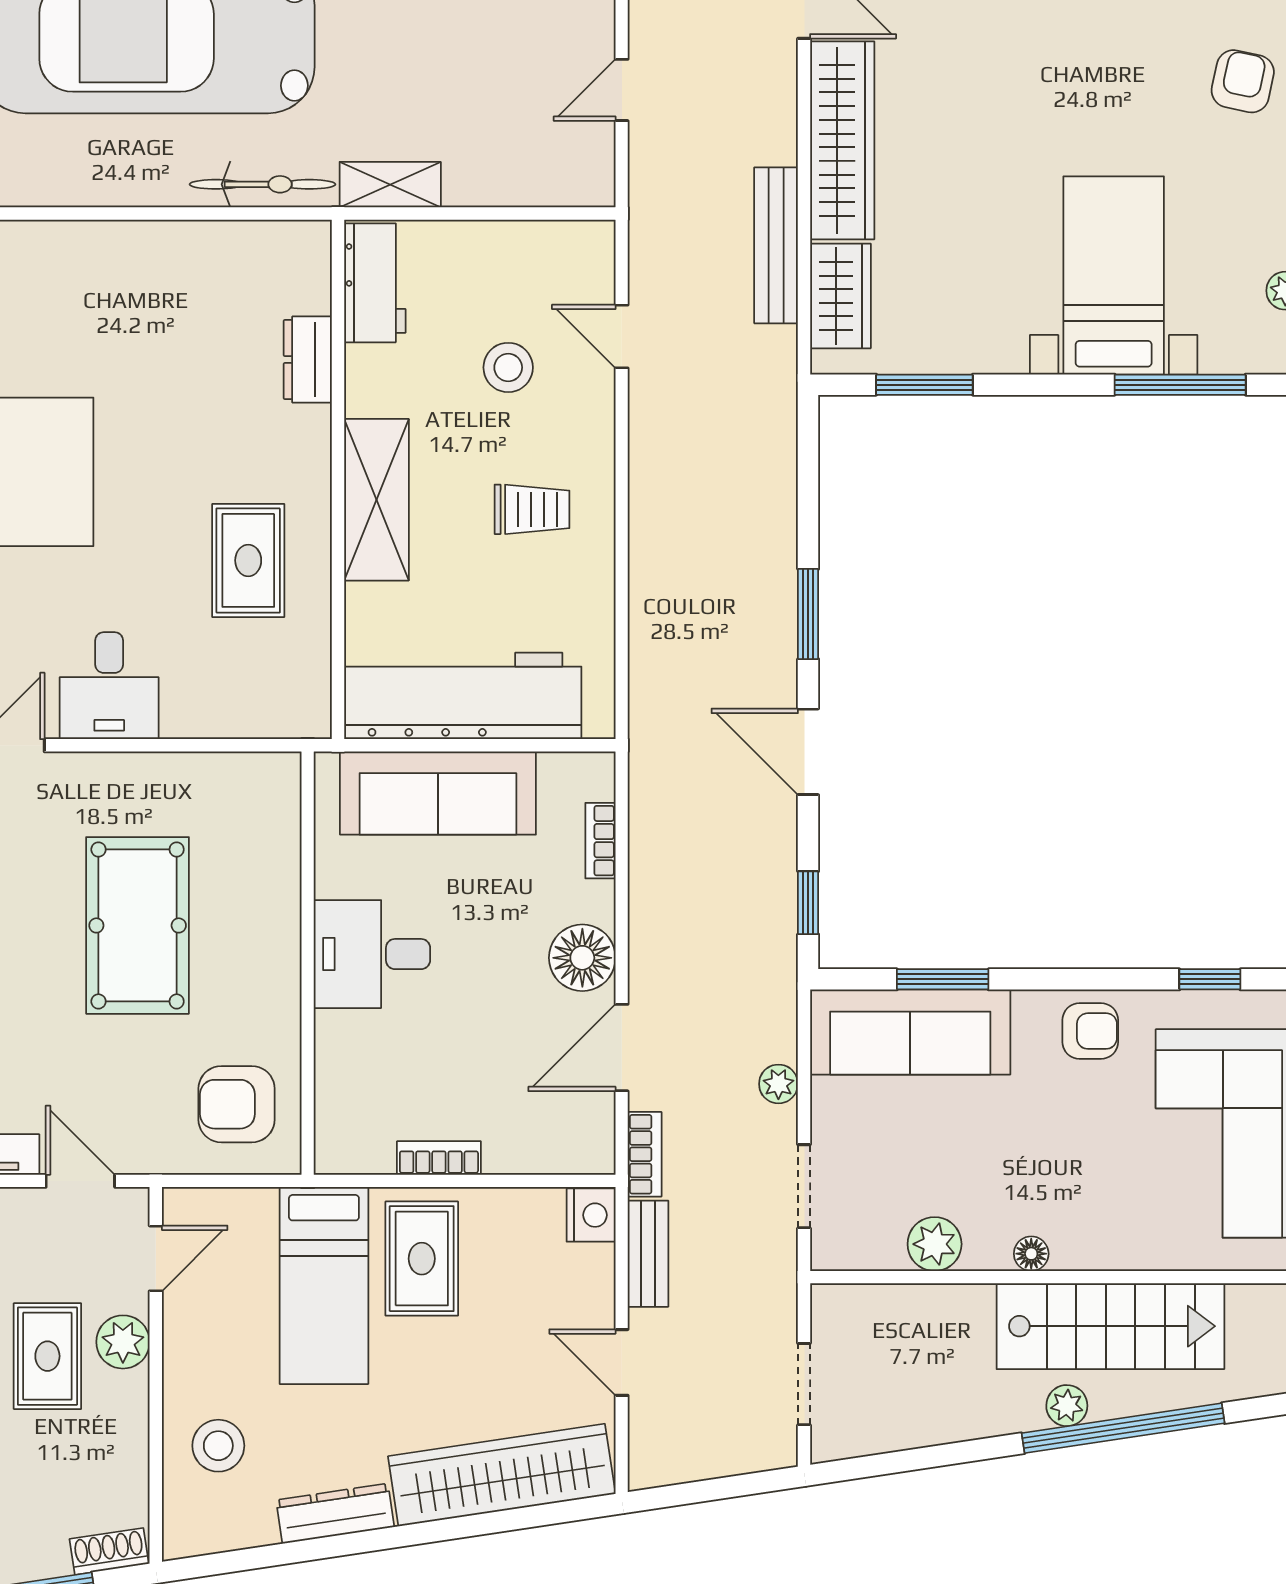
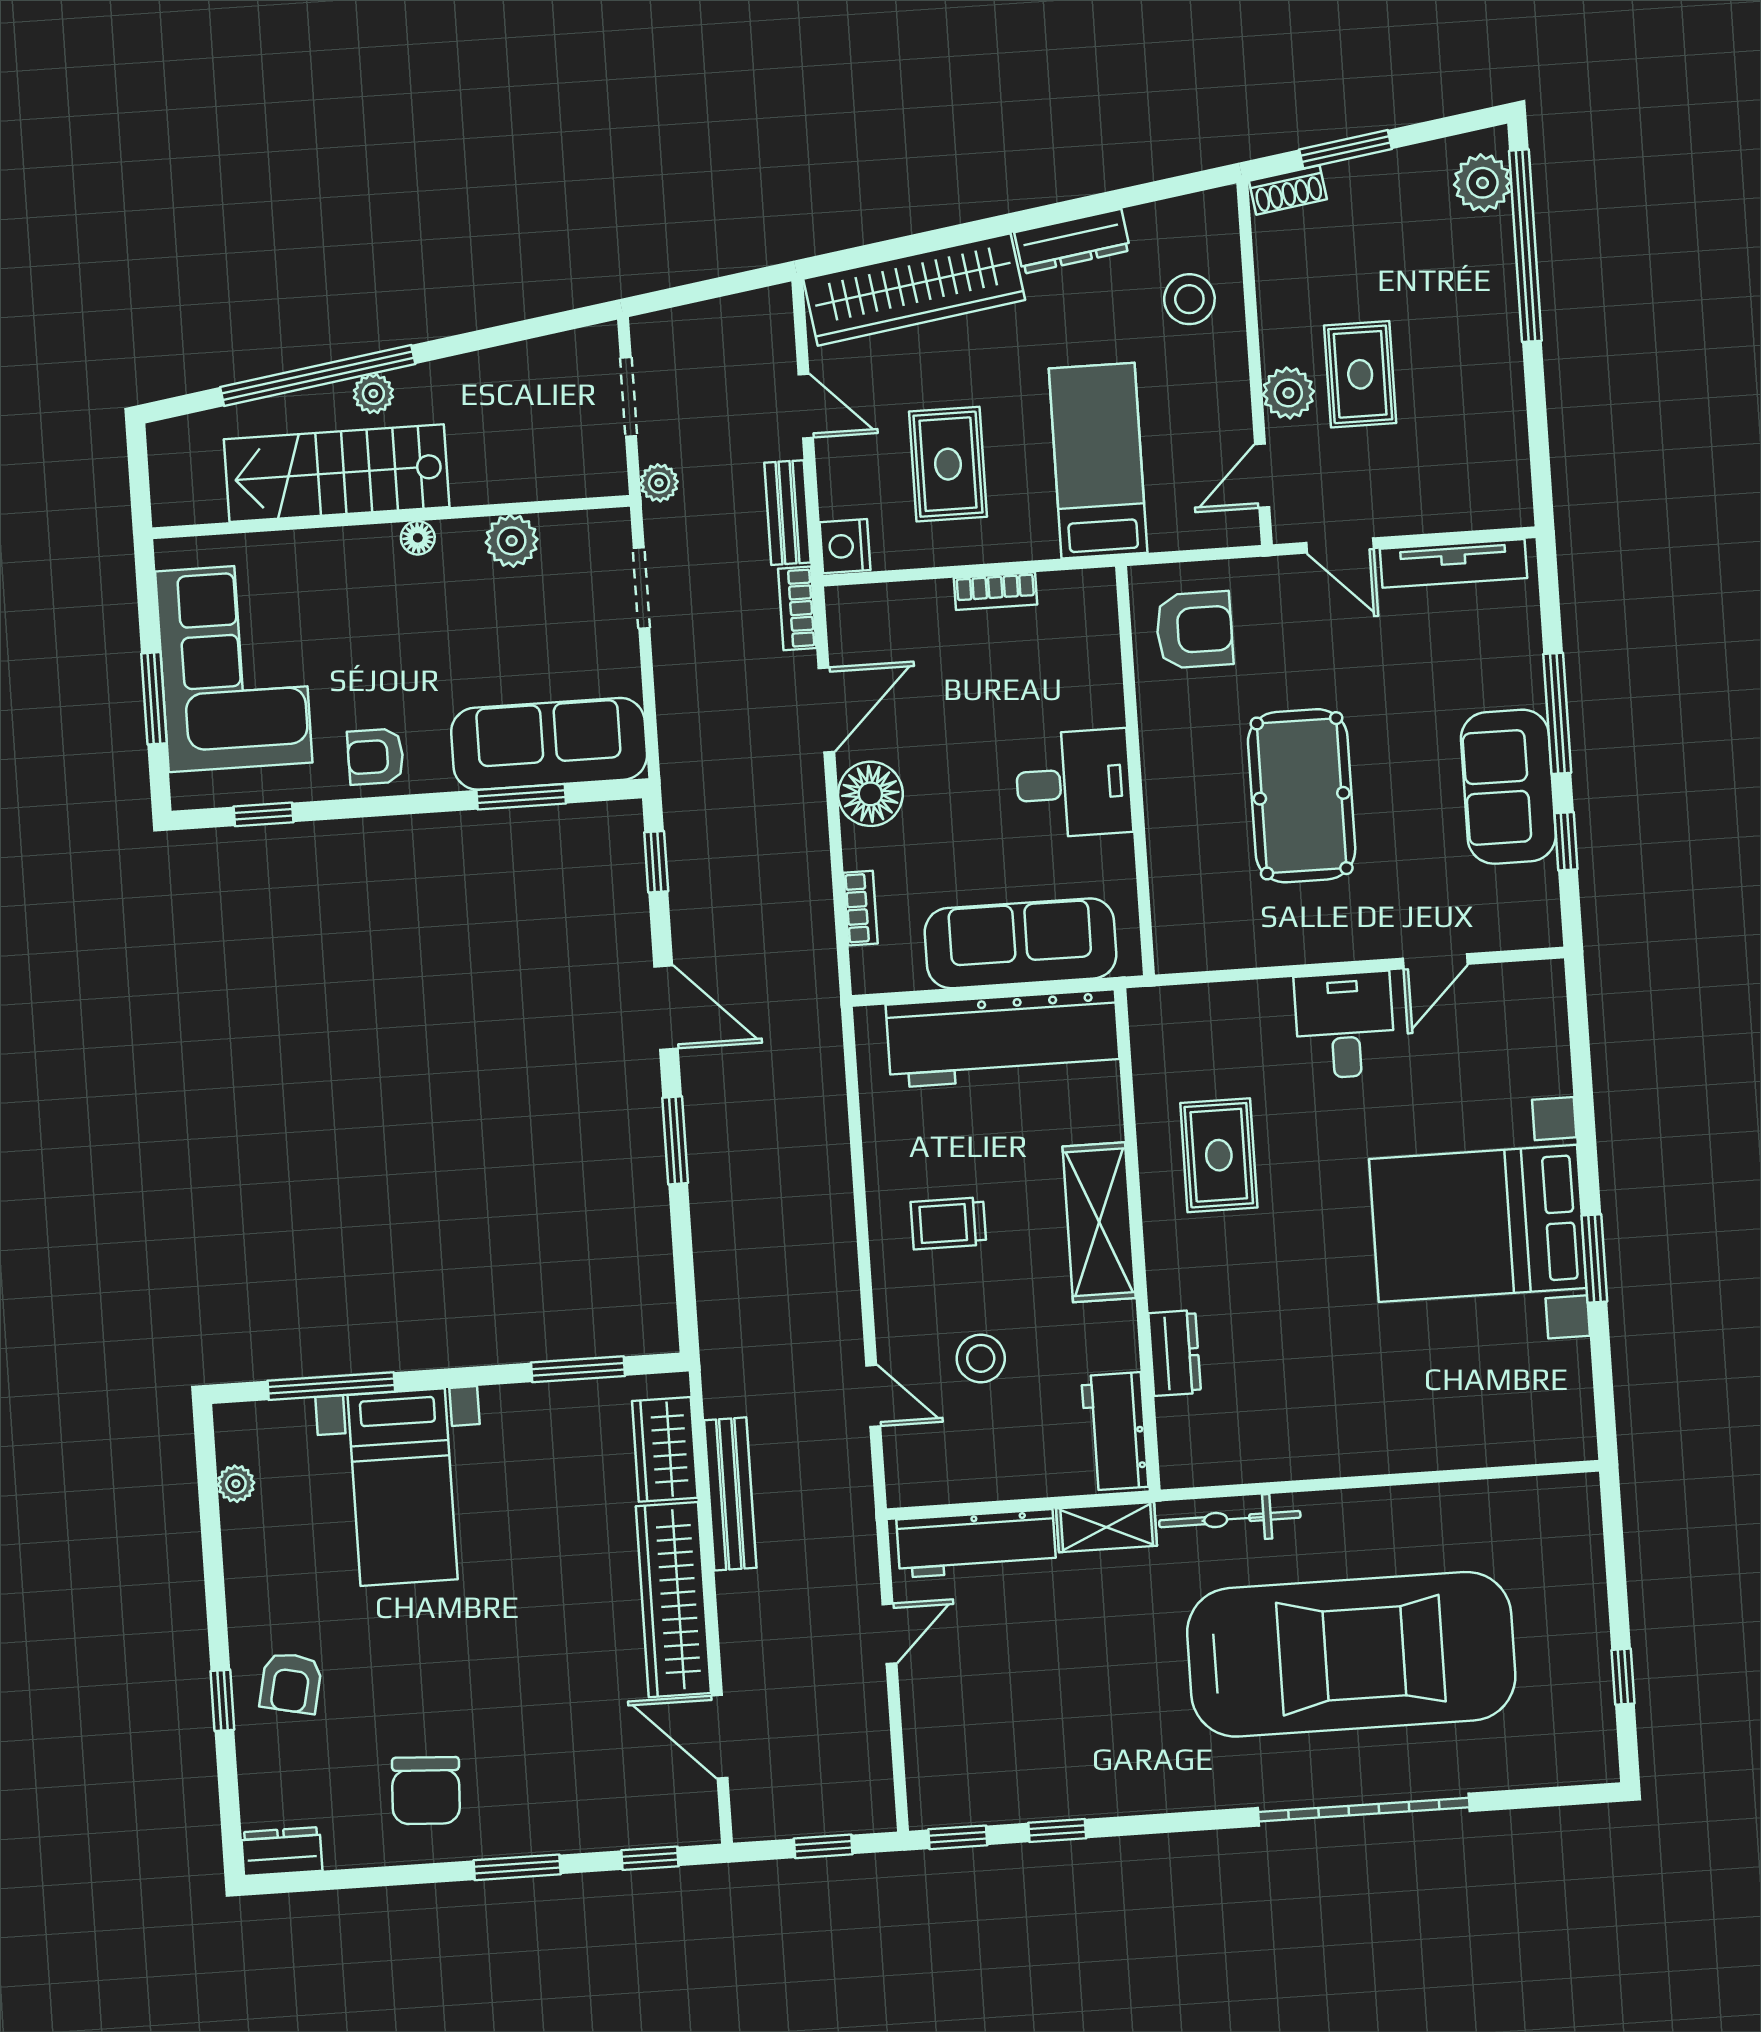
workbench: (526, 177) -> (976, 1543), added
plant: (778, 1084) -> (659, 483), moved
rug: (422, 1259) -> (948, 464), moved

